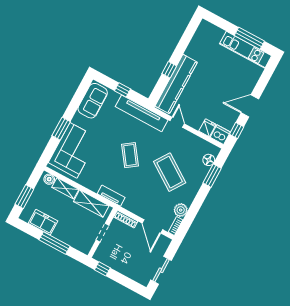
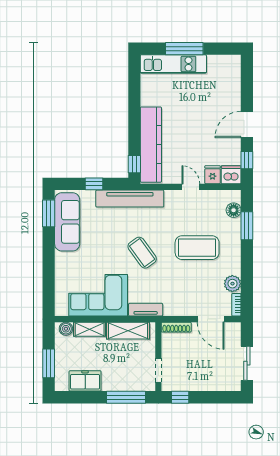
window: (249, 38) -> (184, 49), moved
kitchen unit: (246, 50) -> (173, 64), moved
window: (169, 70) -> (134, 164), moved
sofa: (93, 101) -> (67, 222), width x1.36
door: (177, 122) -> (191, 187), moved
window: (61, 129) -> (49, 213), moved
corner sofa: (73, 150) -> (98, 295), moved, turned -90
coffee table: (170, 172) -> (197, 248), turned -34
doorway: (102, 233) -> (158, 370), moved
window: (55, 243) -> (126, 397), moved

